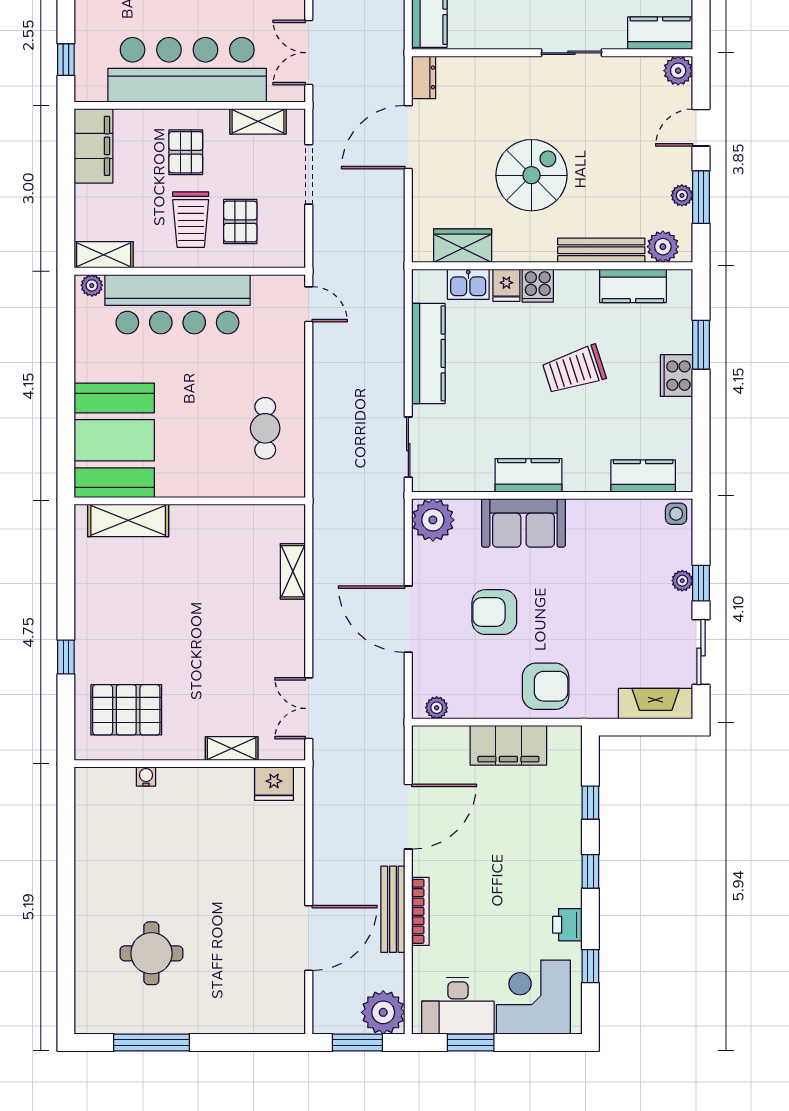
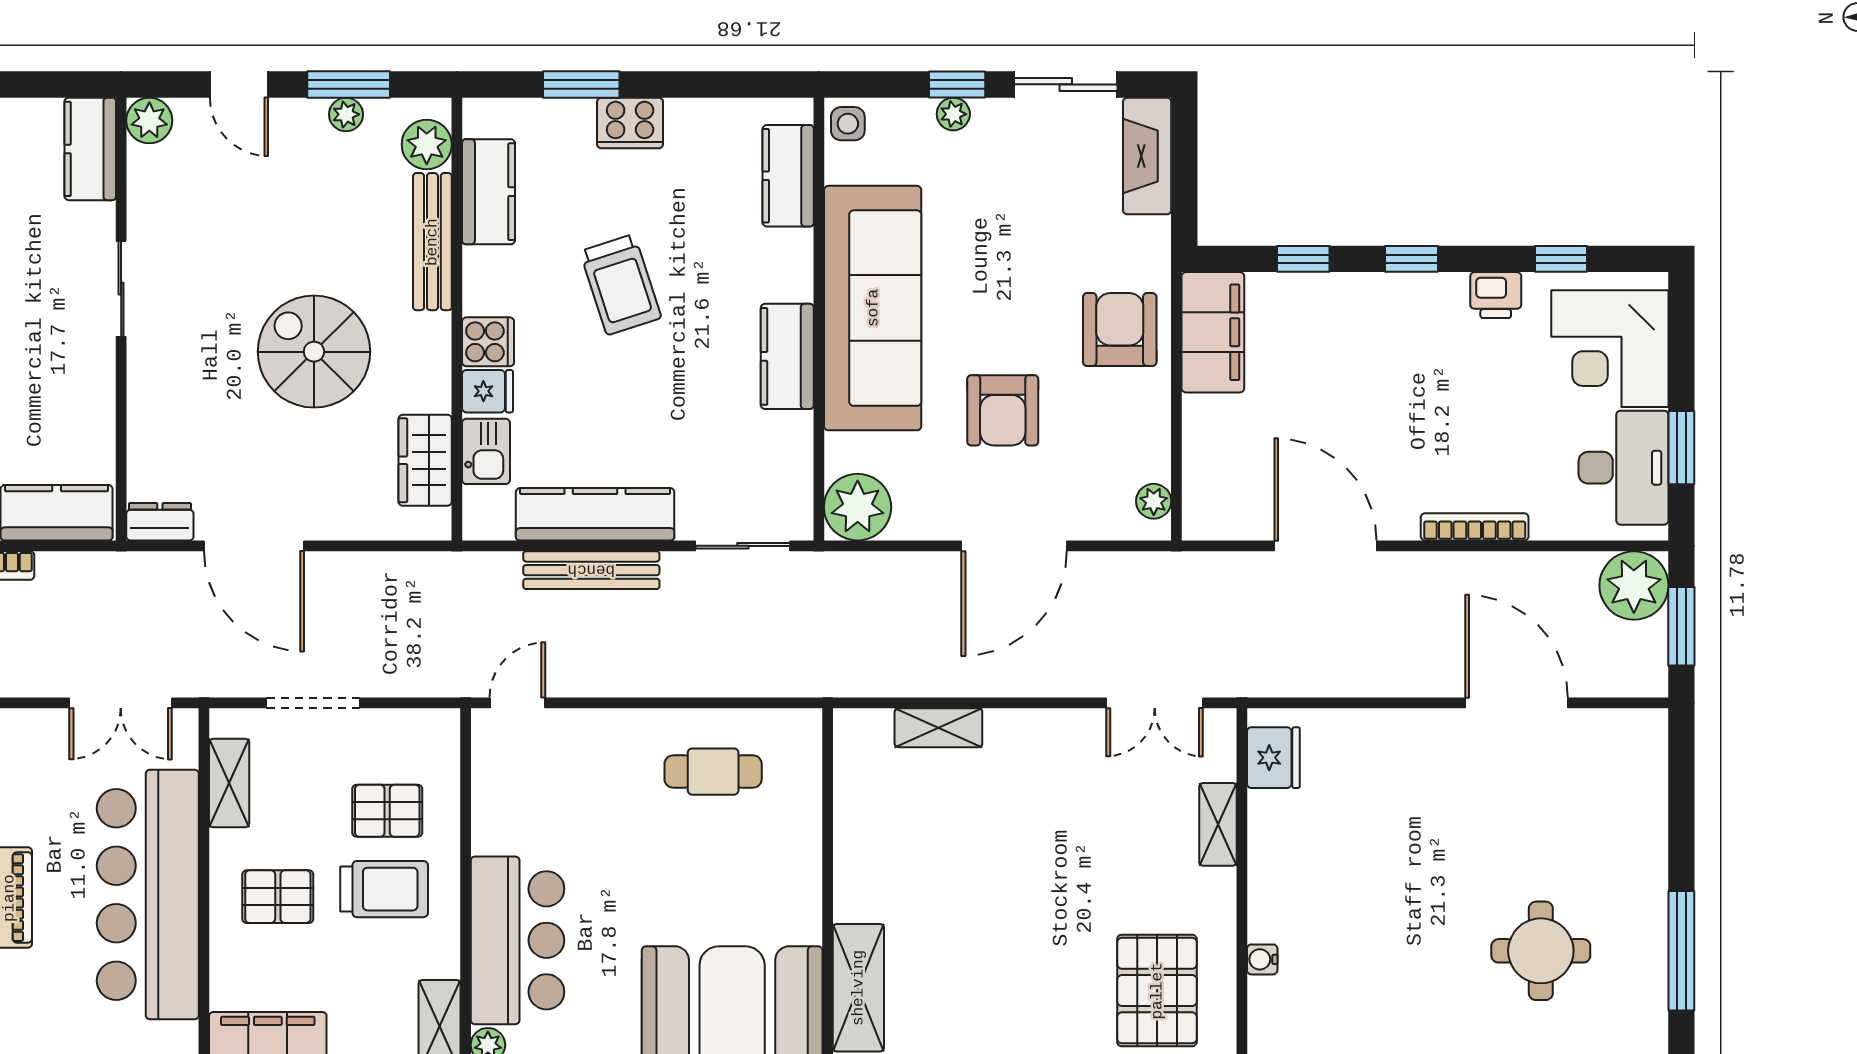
bar counter: (177, 304) -> (518, 940), width x0.73
sofa: (523, 523) -> (873, 308), width x1.85, depth x1.27
filing cabinet: (508, 745) -> (1213, 332), moved
bench: (393, 909) -> (591, 570), moved

